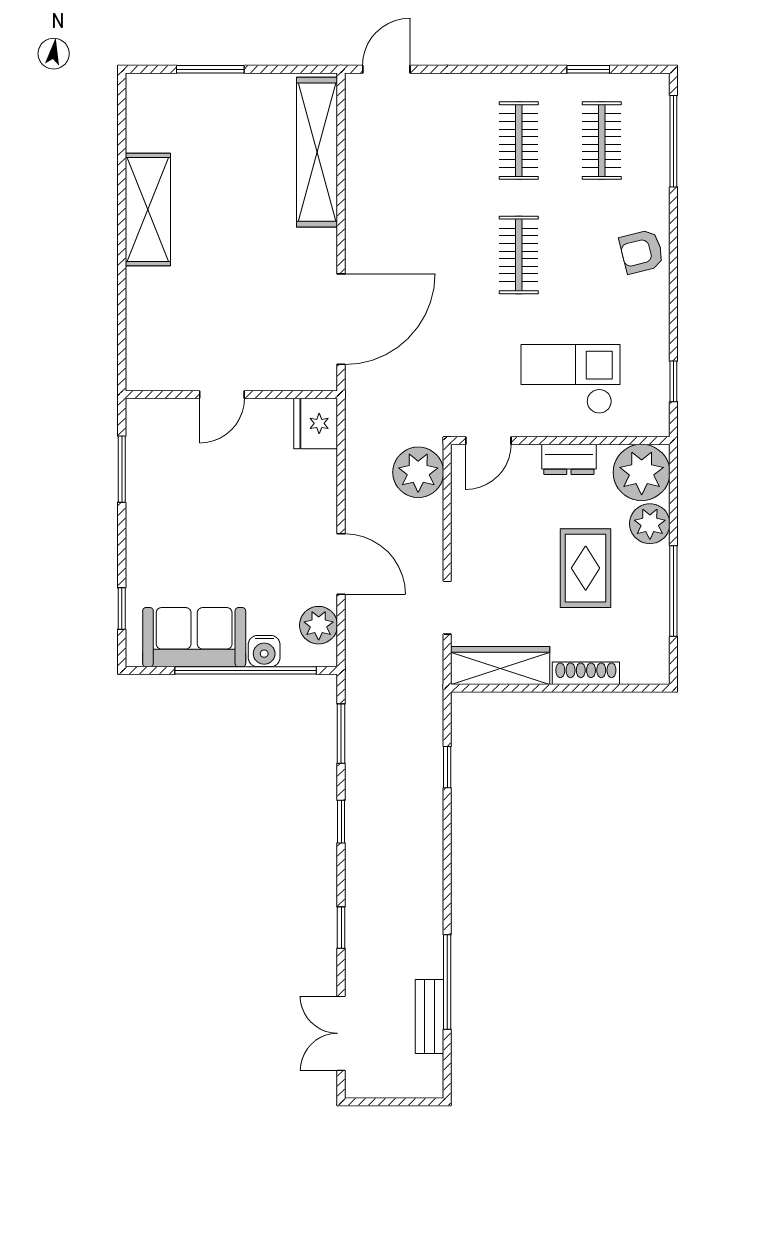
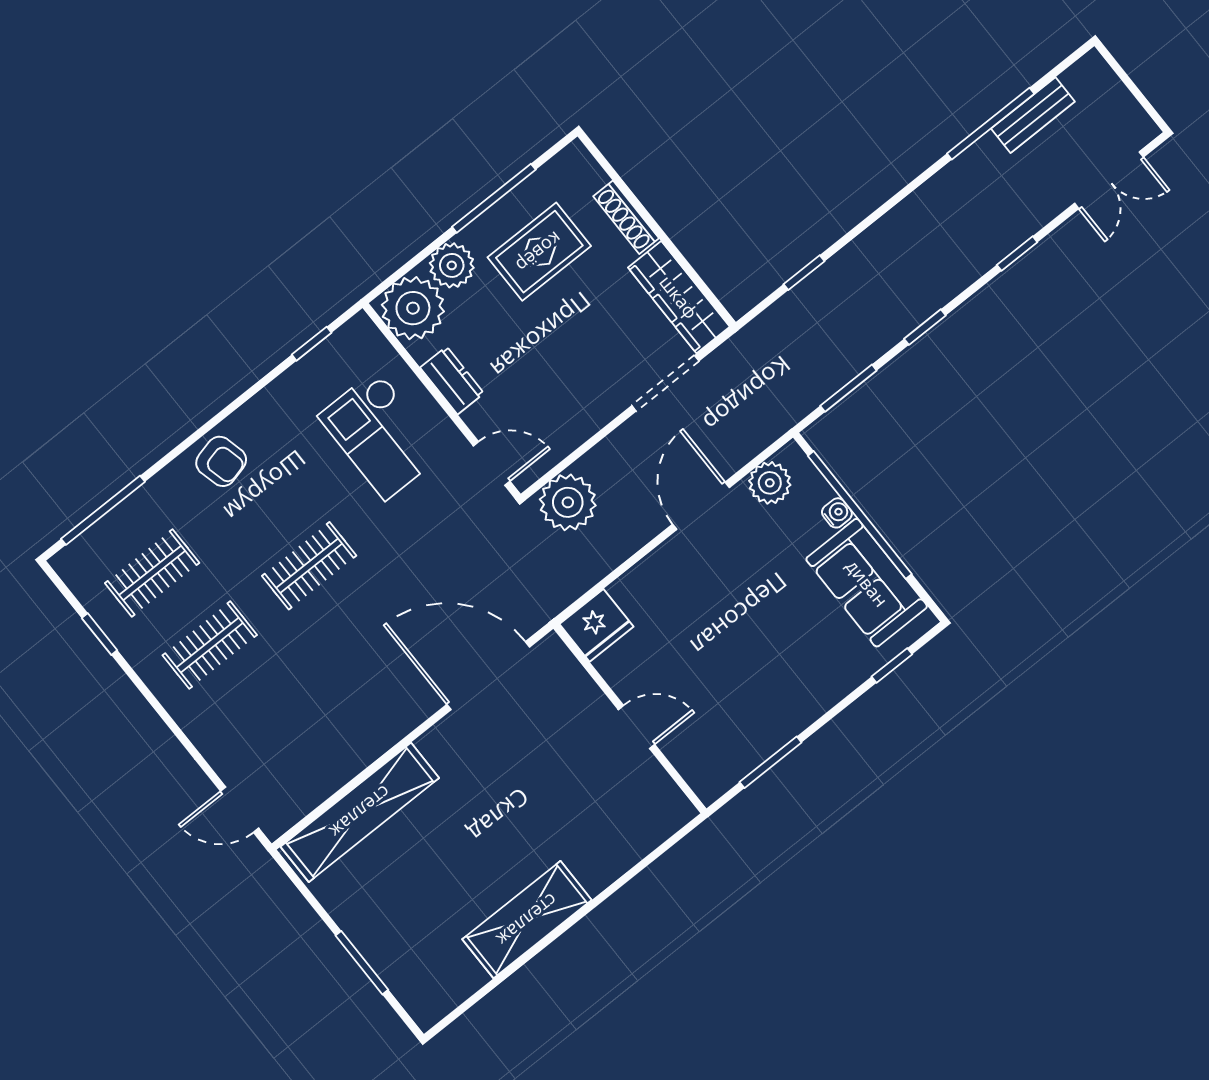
rug: (586, 568) -> (539, 252), moved
doorway: (447, 608) -> (665, 383), width x1.38
water cooler: (264, 651) -> (837, 513), width x0.72, depth x0.72

